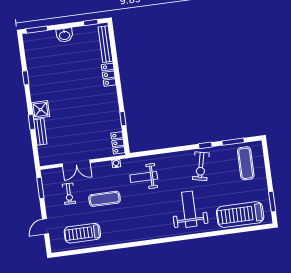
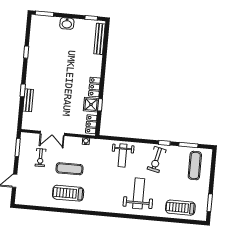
locker: (109, 75) -> (94, 87), moved
shower: (40, 110) -> (91, 105), moved
weight bench: (144, 177) -> (123, 155), moved, turned -90
treadmill: (240, 215) -> (180, 208), width x0.73, depth x0.73
treadmill: (82, 233) -> (68, 193), moved

